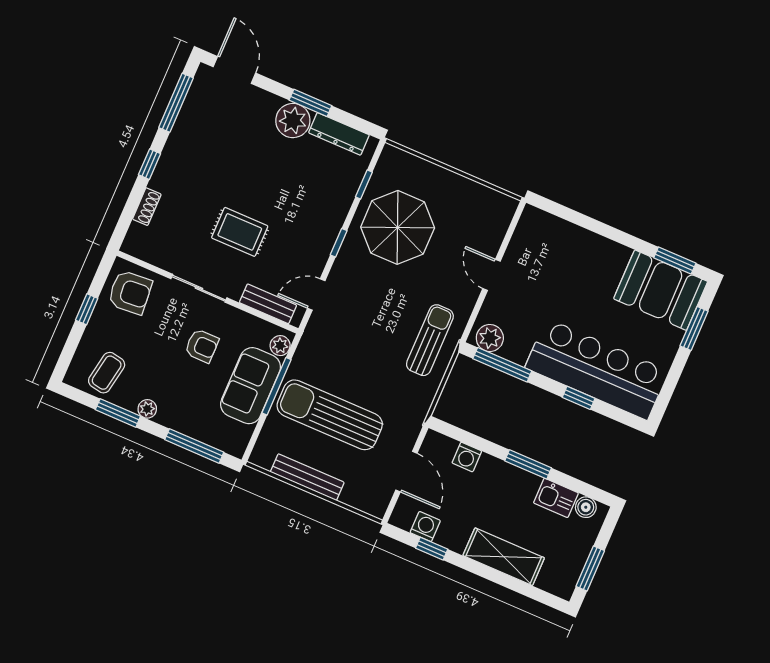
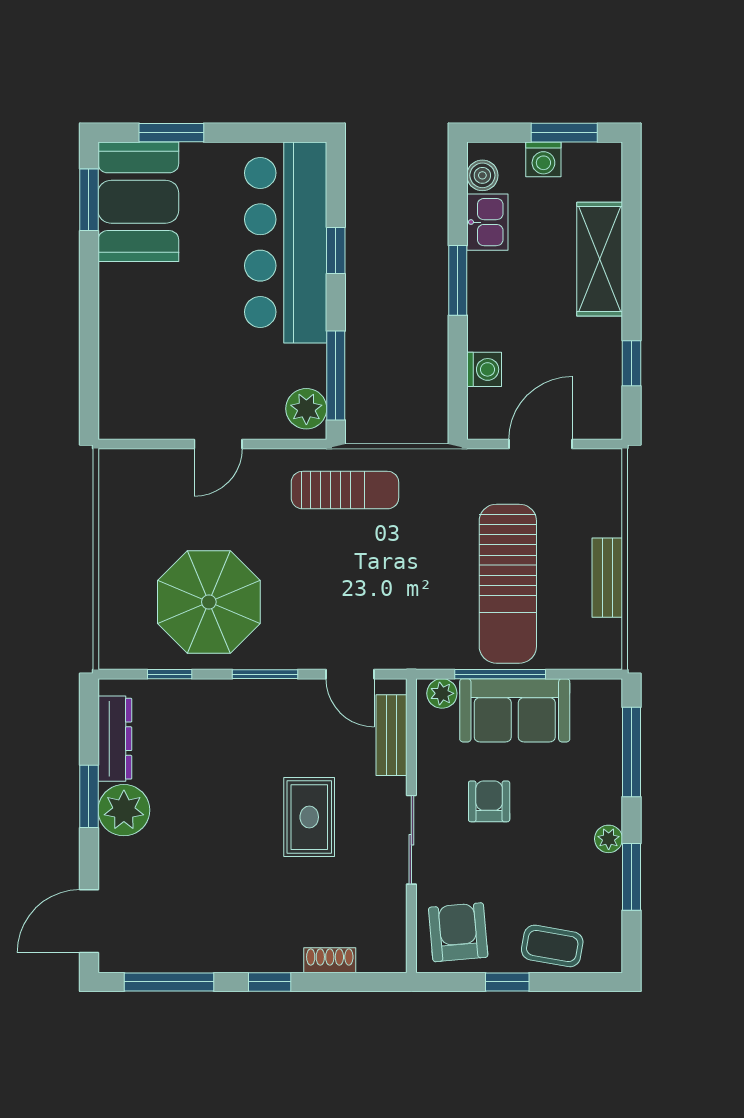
window: (339, 243) -> (265, 674), width x1.50
sun lounger: (430, 340) -> (345, 490), turned 180
coffee table: (107, 373) -> (552, 946), moved
bench: (307, 477) -> (607, 578), width x0.73
washing machine: (425, 527) -> (543, 159), moved, turned -90

